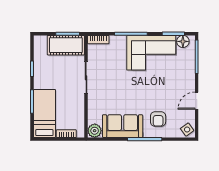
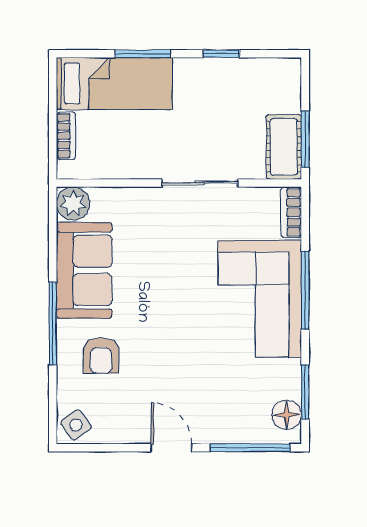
cot: (66, 45) -> (284, 147), width x0.73, depth x0.75
corner sofa: (151, 53) -> (260, 299), moved
door: (197, 101) -> (171, 448), moved
armchair: (158, 119) -> (101, 355), turned -90

